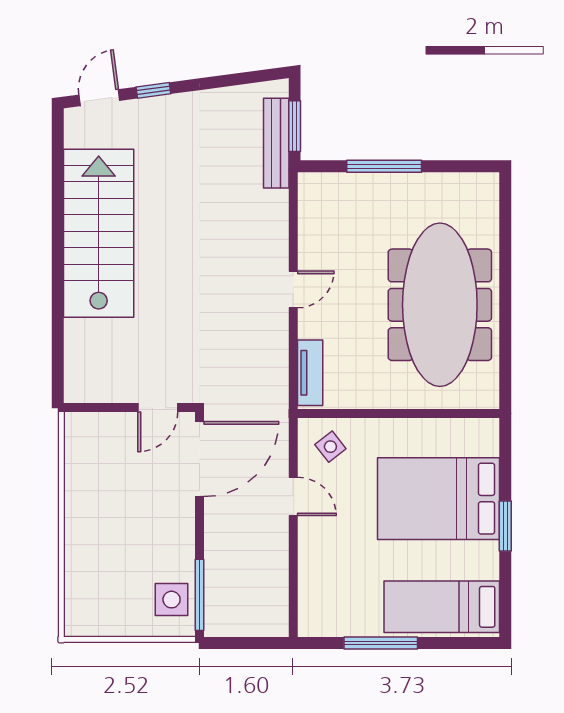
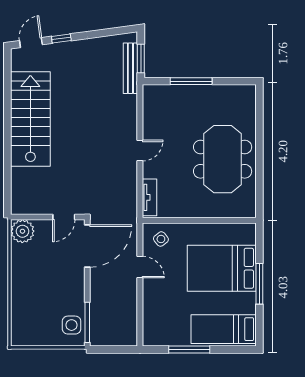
meeting table: (440, 305) -> (223, 159), width x0.73
plant: (84, 433) -> (22, 231), added
window: (505, 526) -> (259, 284), width x1.44

